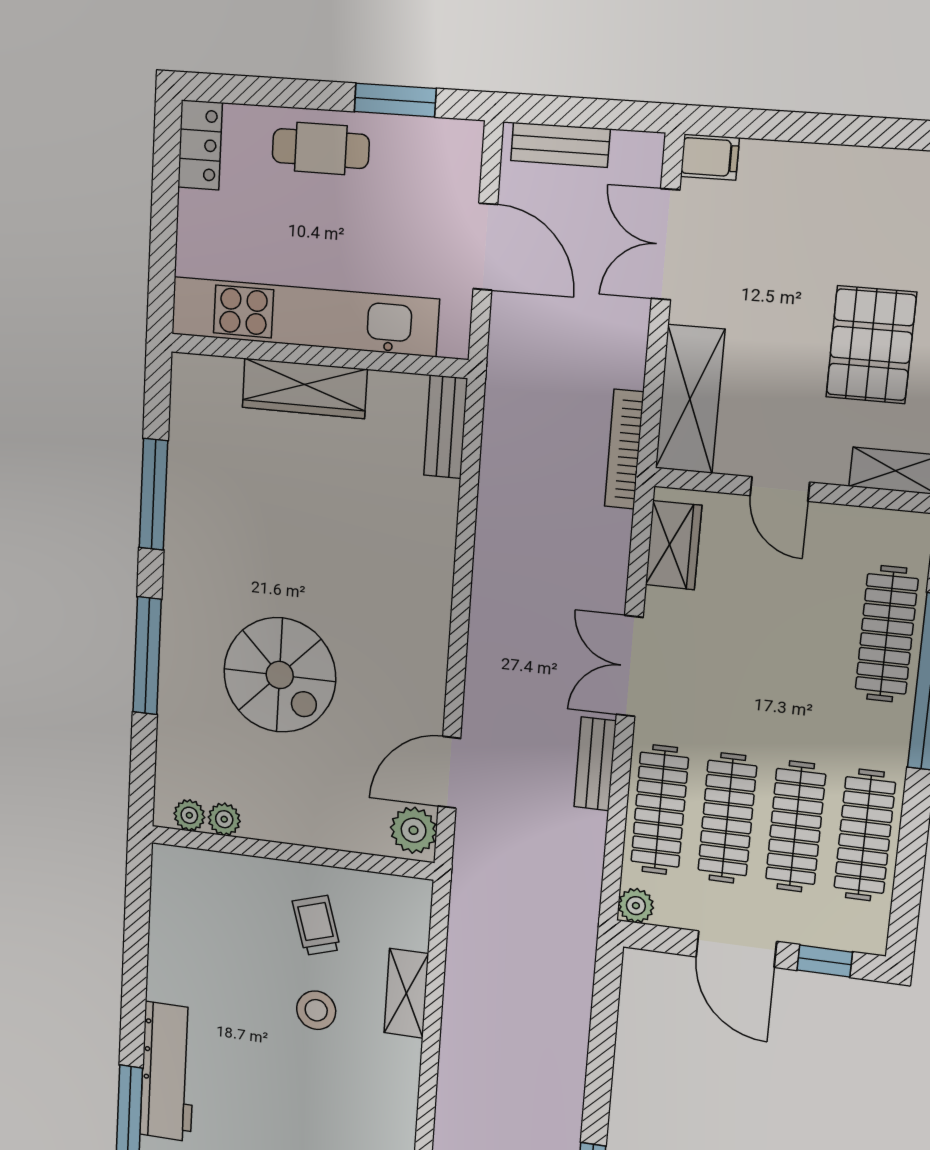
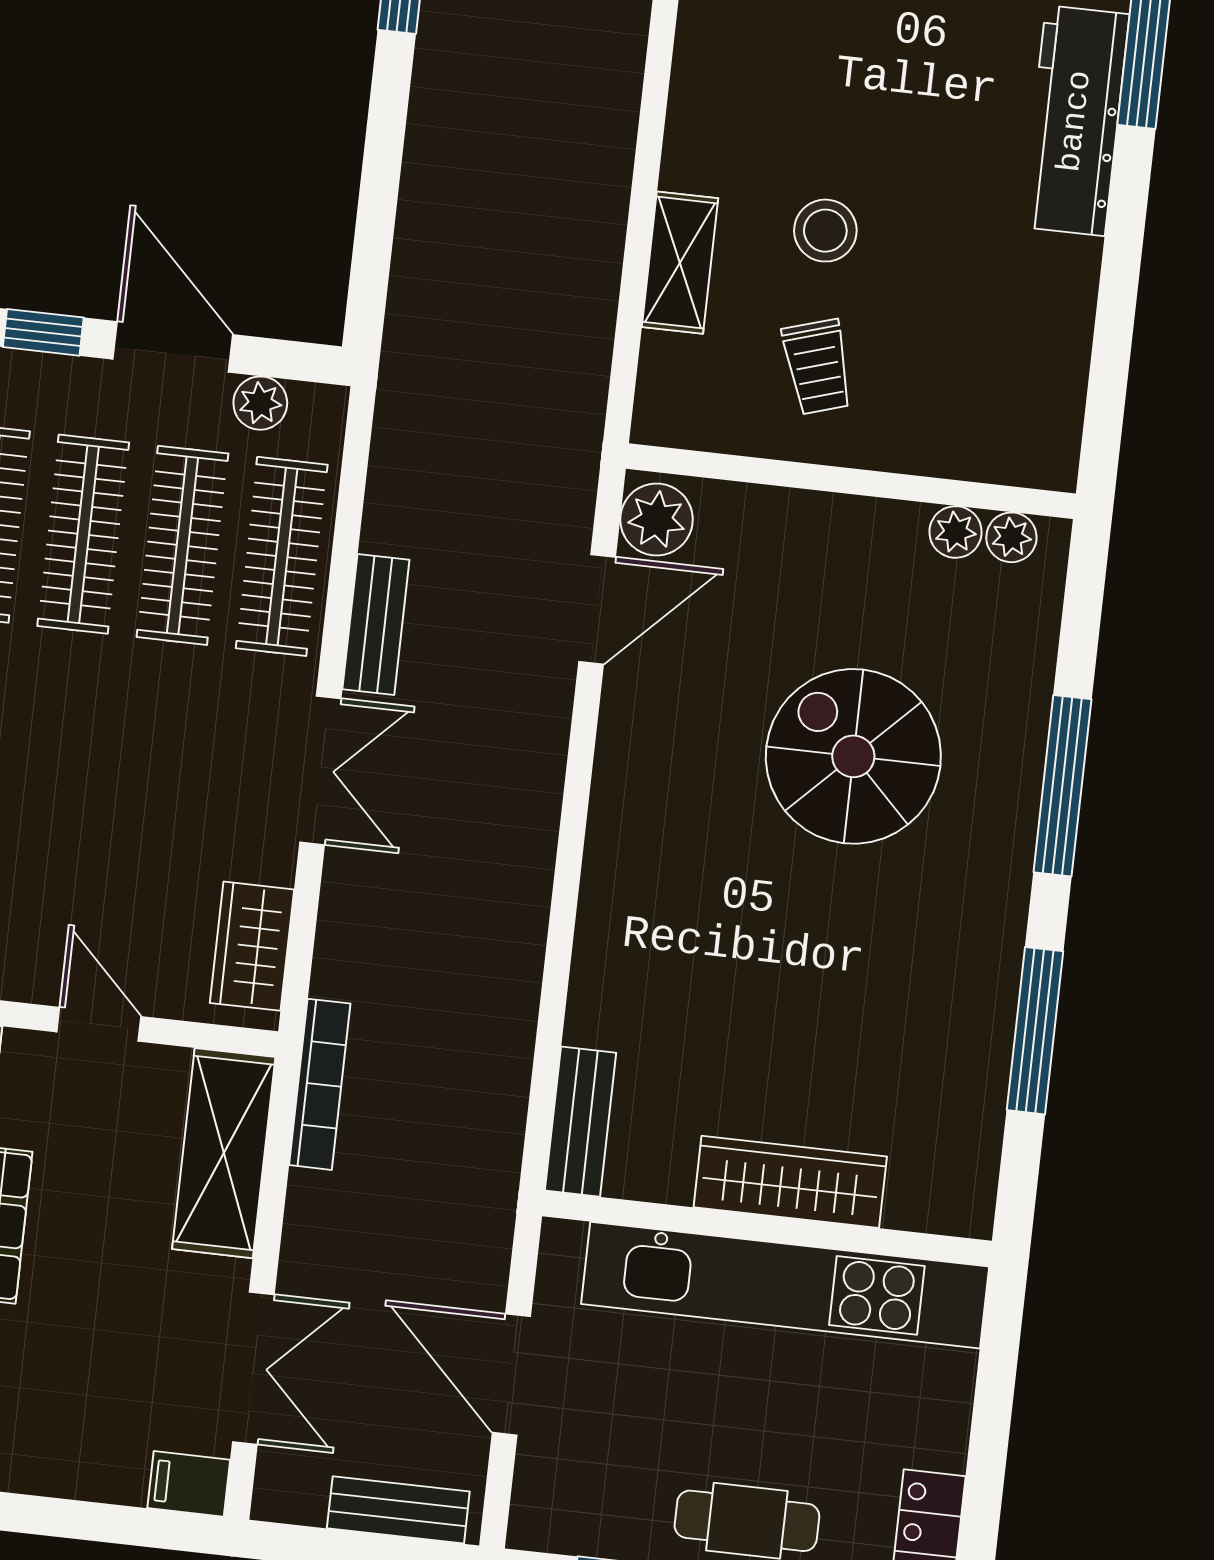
plant: (636, 906) -> (260, 403), moved

